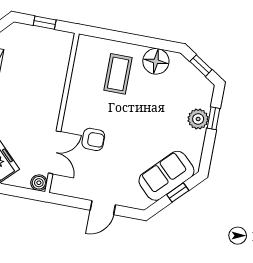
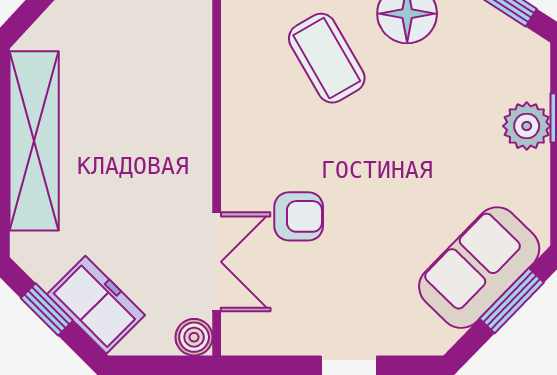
coffee table: (118, 74) -> (327, 58), turned -30
window: (178, 193) -> (512, 301), width x1.50

